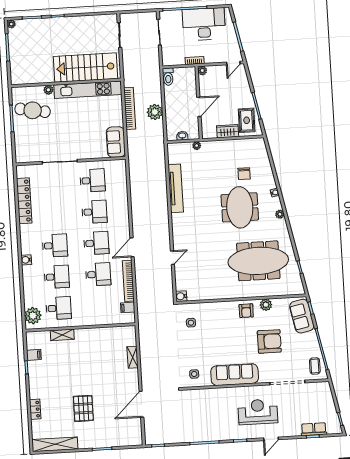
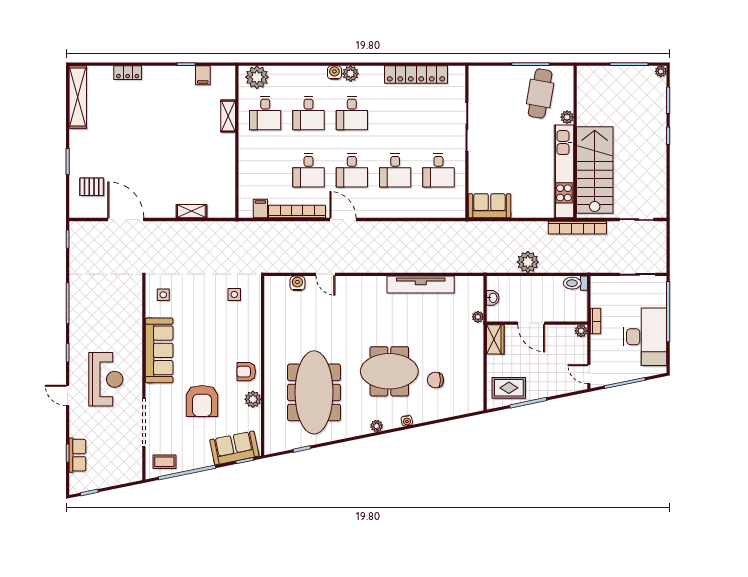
bookcase: (130, 108) -> (577, 228), moved
wardrobe: (228, 131) -> (495, 339), moved
plant: (26, 248) -> (351, 74), added
water cooler: (181, 296) -> (297, 283), moved
pallet: (83, 408) -> (92, 187), moved, width x0.67, depth x0.71

